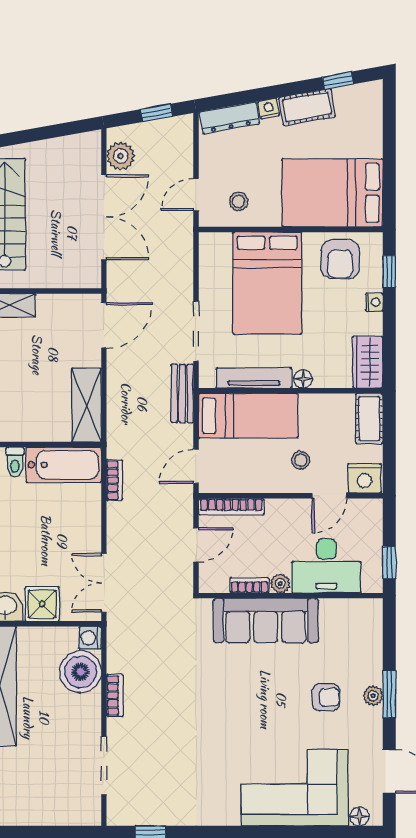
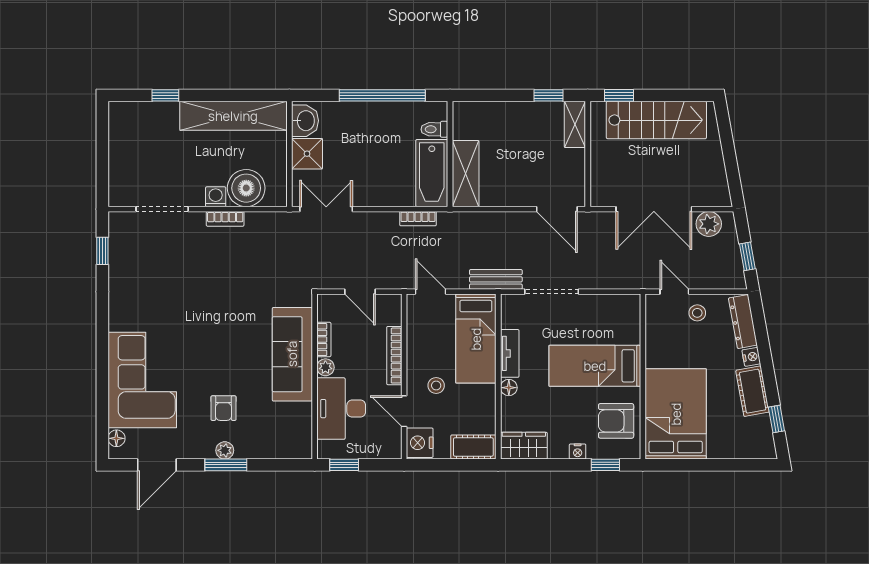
stool: (239, 201) -> (697, 313), moved
bed: (267, 283) -> (595, 366), width x0.67
tv unit: (254, 378) -> (510, 353), width x0.71
shelving: (87, 405) -> (466, 174), moved, turned 90
bookcase: (231, 507) -> (394, 356), moved
washing machine: (90, 638) -> (216, 197), moved

